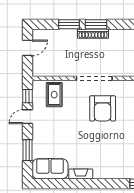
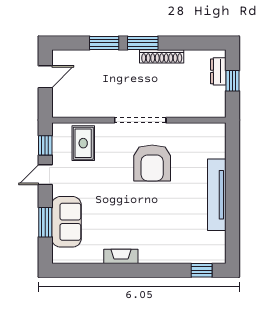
shoe rack: (93, 34) -> (162, 56), moved
sofa: (50, 169) -> (66, 222), moved, turned 90

